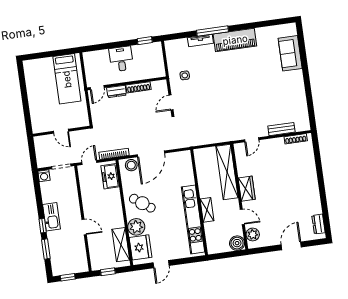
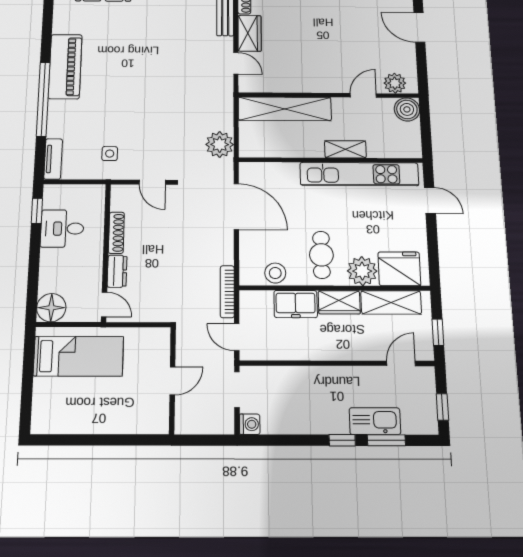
window: (213, 31) -> (43, 99), width x1.46
tv unit: (200, 41) -> (53, 159), moved
floor lamp: (91, 59) -> (51, 308), added
desk: (121, 59) -> (62, 229), moved
plant: (199, 137) -> (220, 144), added
door: (151, 154) -> (236, 207), moved
stool: (131, 165) -> (275, 273), moved
freezer: (110, 176) -> (296, 304), moved
wardrobe: (247, 189) -> (250, 33), moved, turned 90
cafe table: (142, 203) -> (321, 255), turned -36
wardrobe: (117, 216) -> (339, 302), added
kitchen sink: (51, 217) -> (375, 421), moved
door: (84, 227) -> (401, 363), moved
door: (161, 264) -> (430, 200), moved

